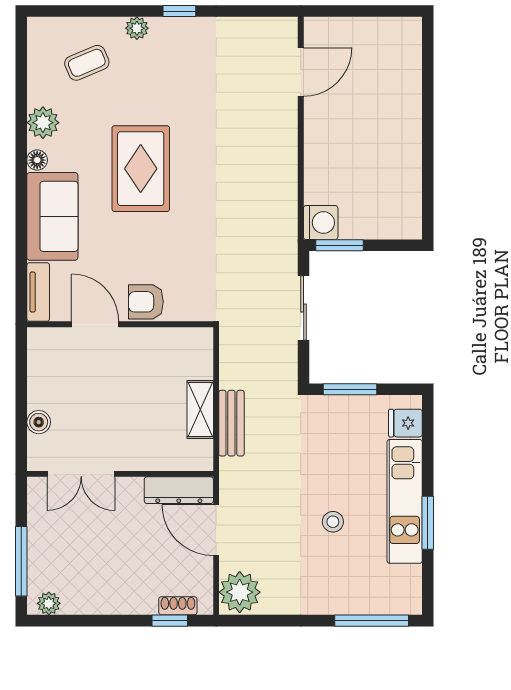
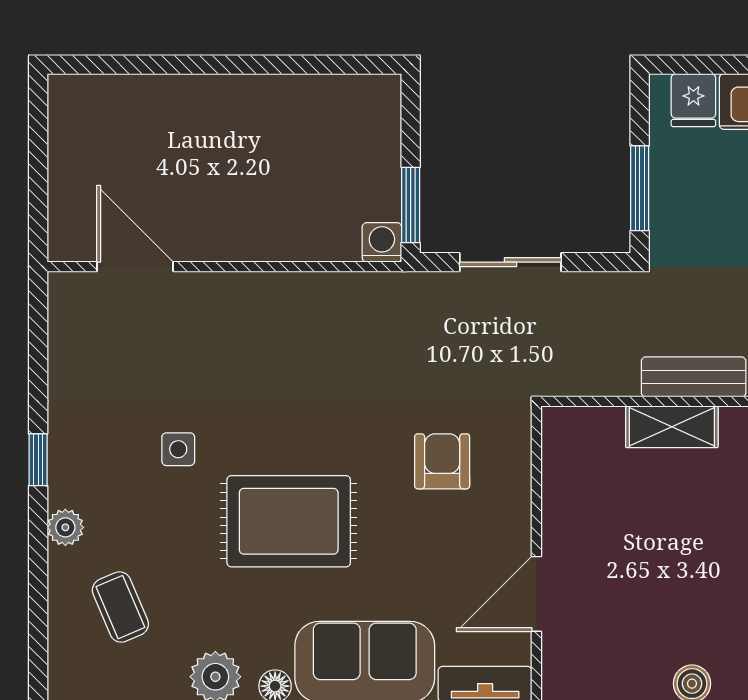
side table: (186, 99) -> (178, 449), added
washing machine: (321, 223) -> (382, 242), width x0.73, depth x0.73
armchair: (146, 302) -> (442, 461), moved, turned 180

